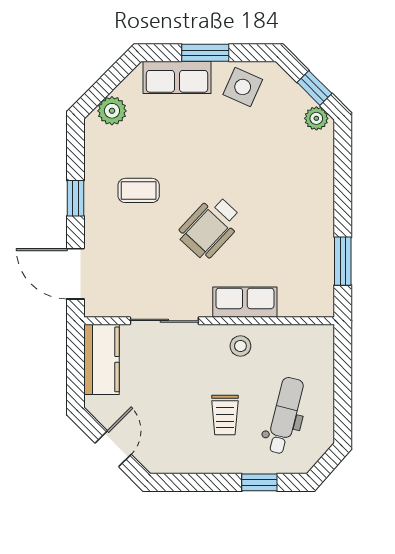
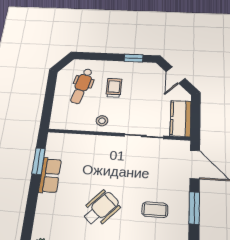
window: (75, 198) -> (194, 208), width x1.50
wheelchair: (210, 227) -> (101, 208), moved
row of seats: (245, 302) -> (50, 175), moved, turned -90
window: (259, 482) -> (134, 58), moved

